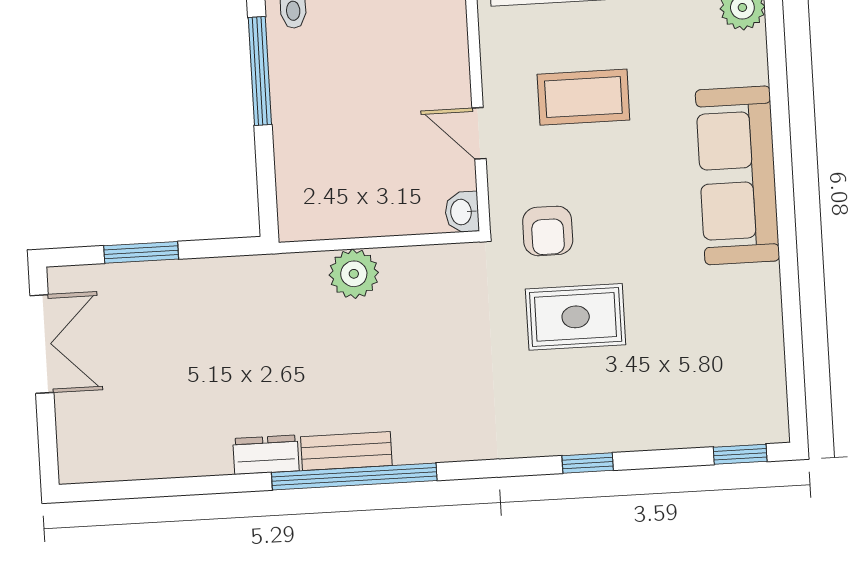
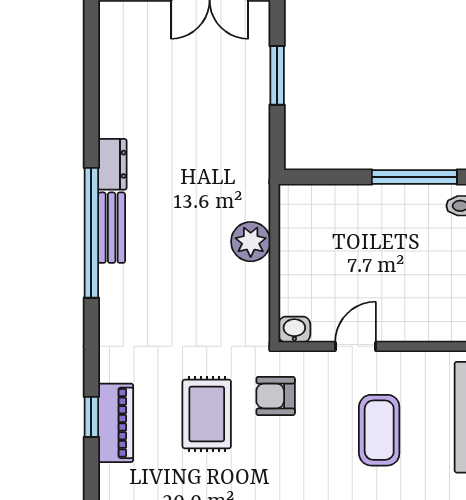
piano: (593, 432) -> (116, 423), added

